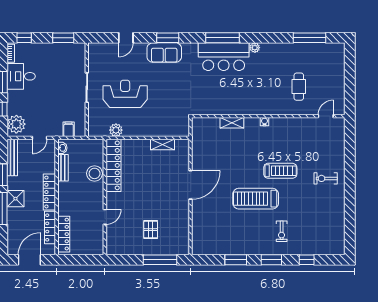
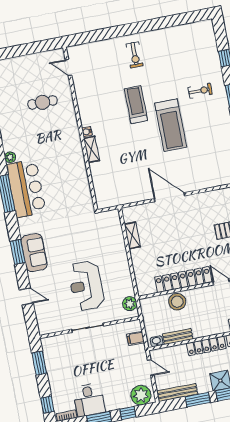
shelving: (232, 123) -> (92, 149), moved
plant: (116, 130) -> (130, 304), moved
locker: (113, 165) -> (183, 280), moved

